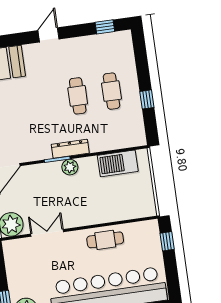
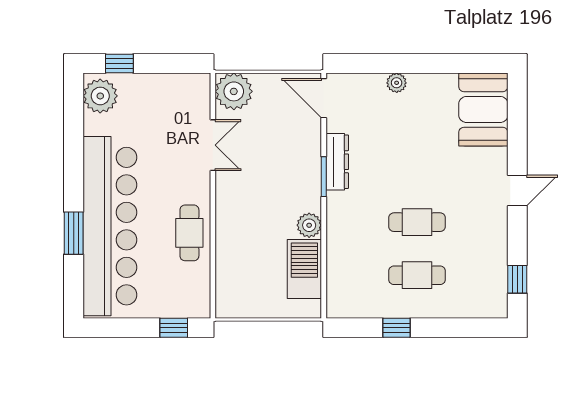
door: (49, 35) -> (517, 191), hinge flipped
dresser: (70, 149) -> (337, 162), moved
plant: (70, 167) -> (309, 225), moved

